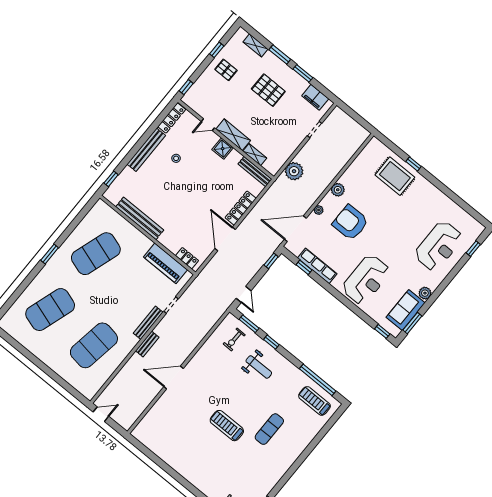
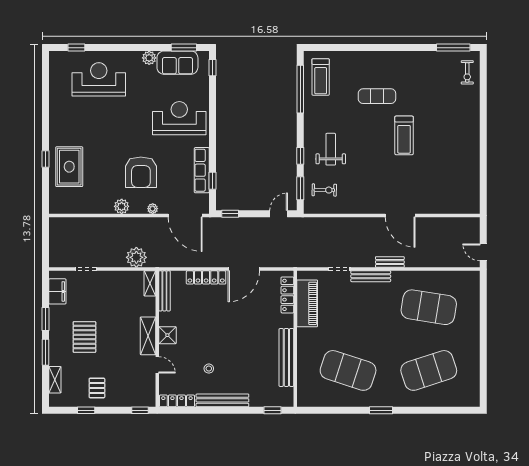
shelving: (255, 155) -> (150, 283), moved
locker: (187, 258) -> (287, 295), width x1.53
exercise mat: (50, 310) -> (429, 370), turned -36

